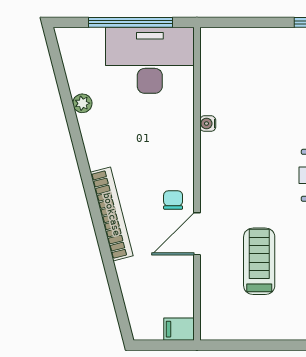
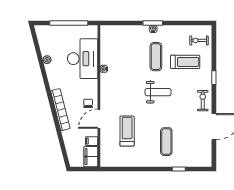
desk: (150, 60) -> (83, 59), moved, turned 90
filing cabinet: (181, 283) -> (92, 141), added
filing cabinet: (179, 329) -> (91, 157), width x2.00

